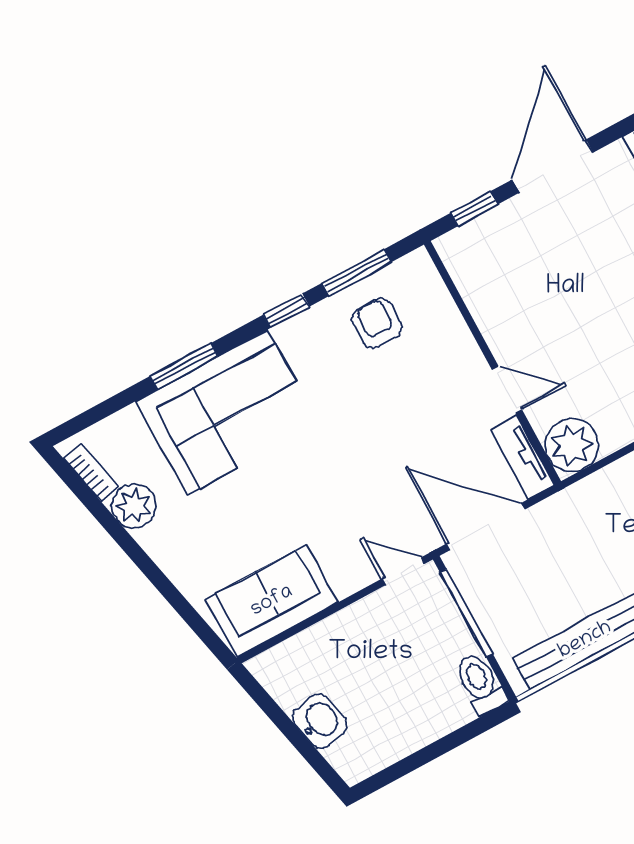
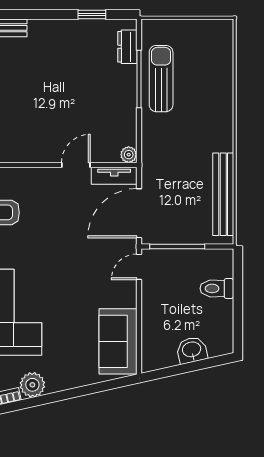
plant: (572, 445) -> (129, 155), width x0.53, depth x0.53
toilet: (480, 684) -> (217, 288), moved

